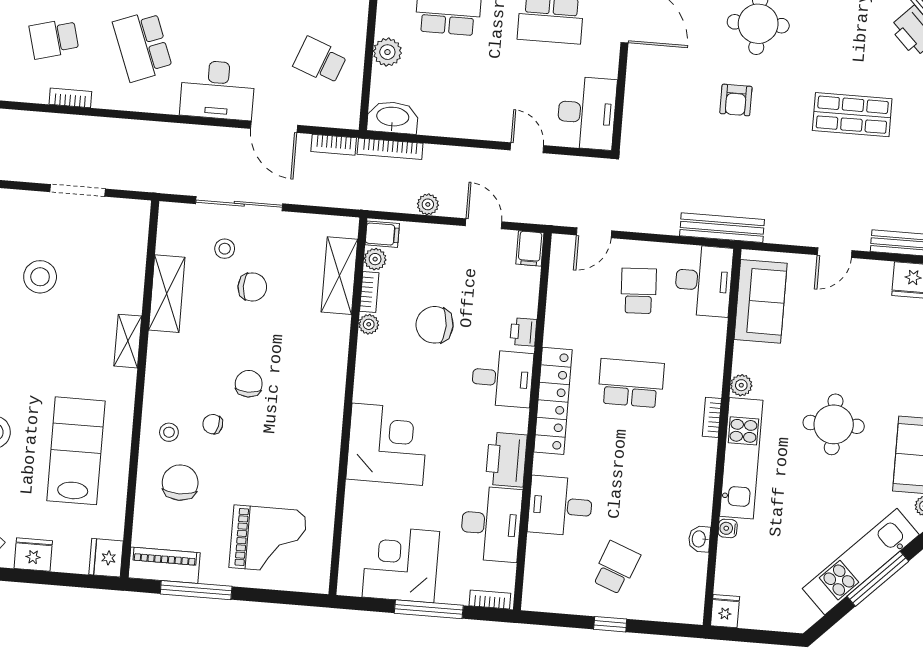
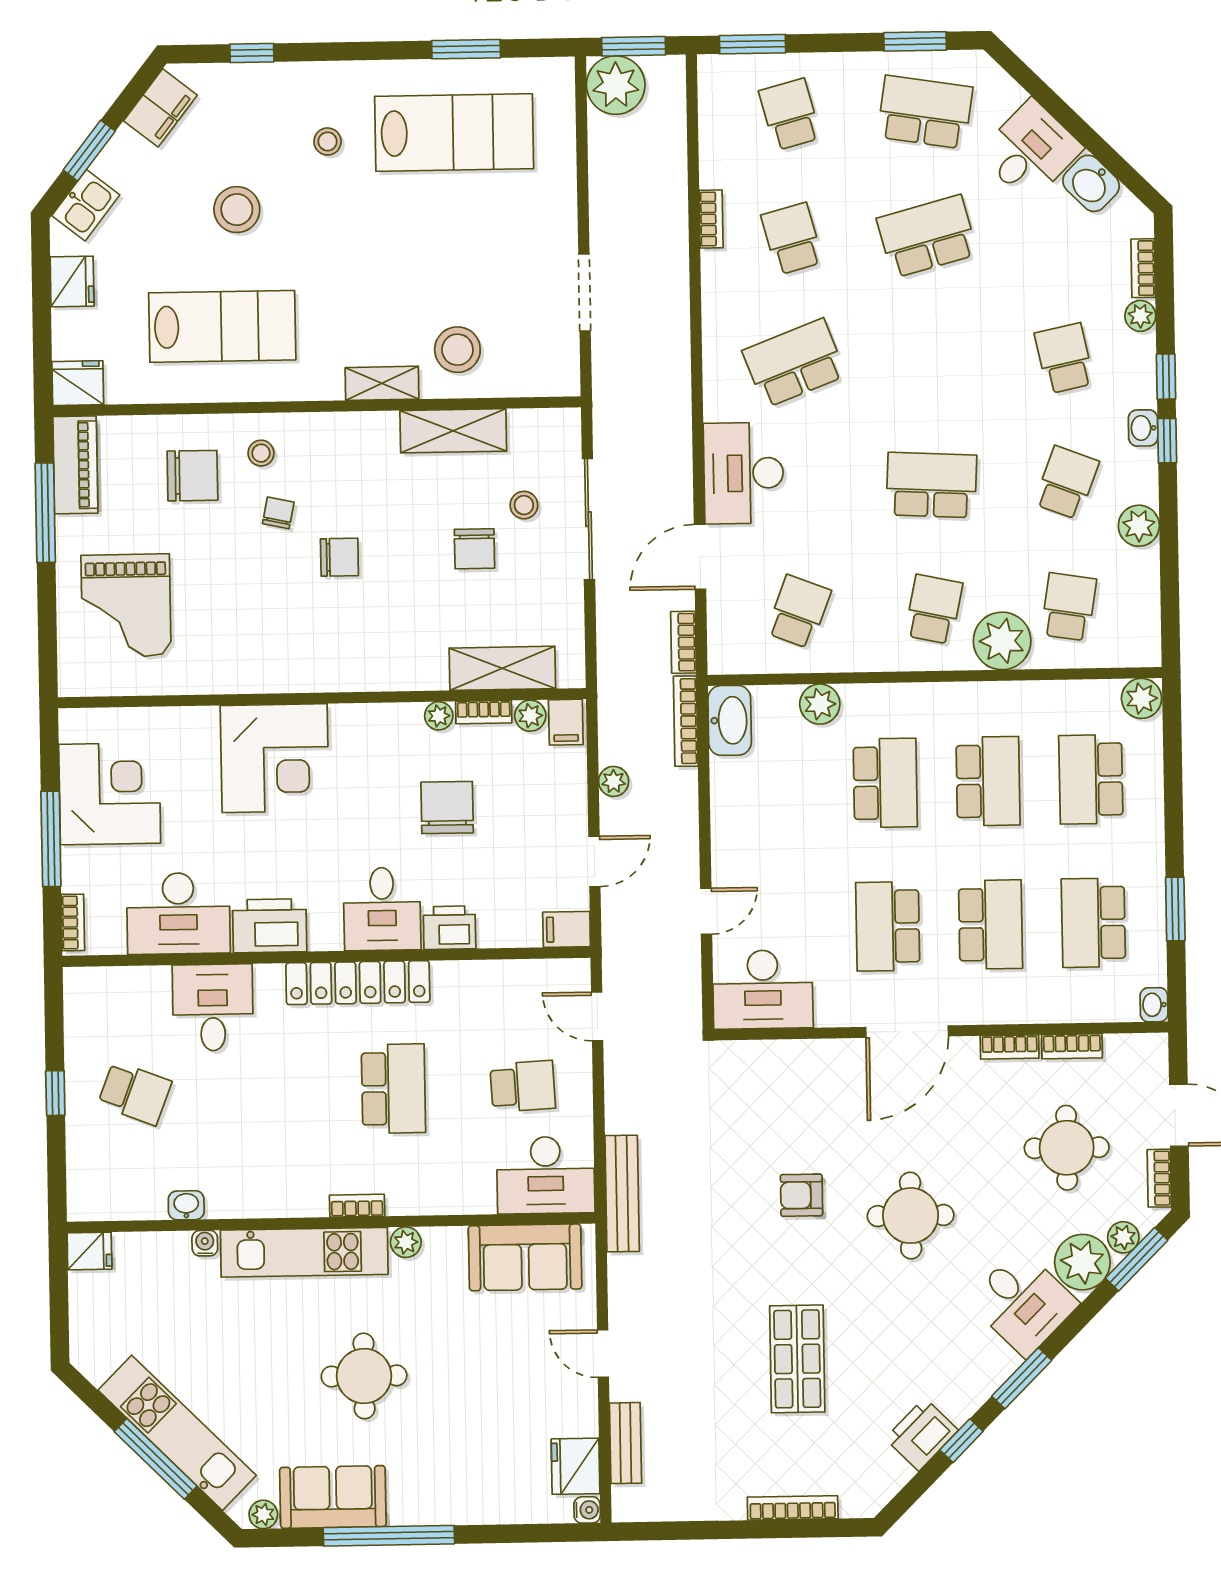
bookcase: (70, 98) -> (711, 219), moved
stool: (40, 277) -> (457, 350), moved
printer: (523, 332) -> (450, 928), width x1.36, depth x1.24

